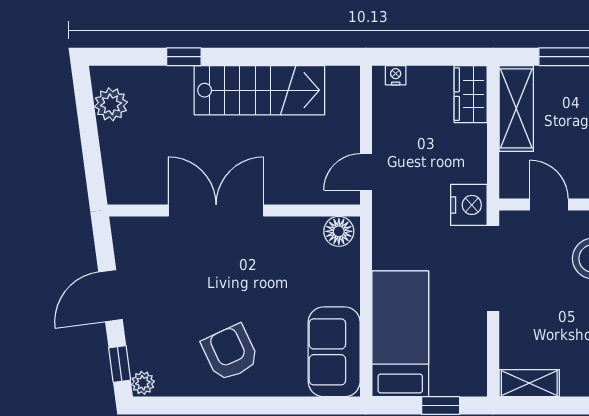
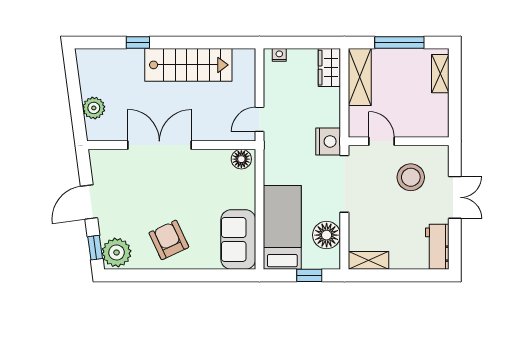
plant: (111, 104) -> (94, 108), moved
floor lamp: (466, 345) -> (327, 235), added
plant: (143, 383) -> (117, 252), width x1.88, depth x1.88

